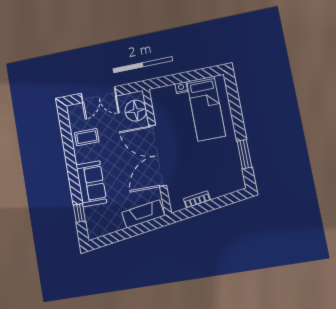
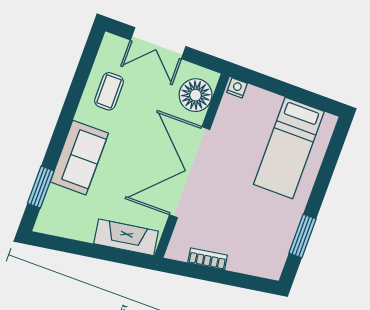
nightstand: (181, 88) -> (237, 88), moved
coffee table: (87, 137) -> (109, 91), turned 90
window: (79, 213) -> (41, 187), width x1.50

